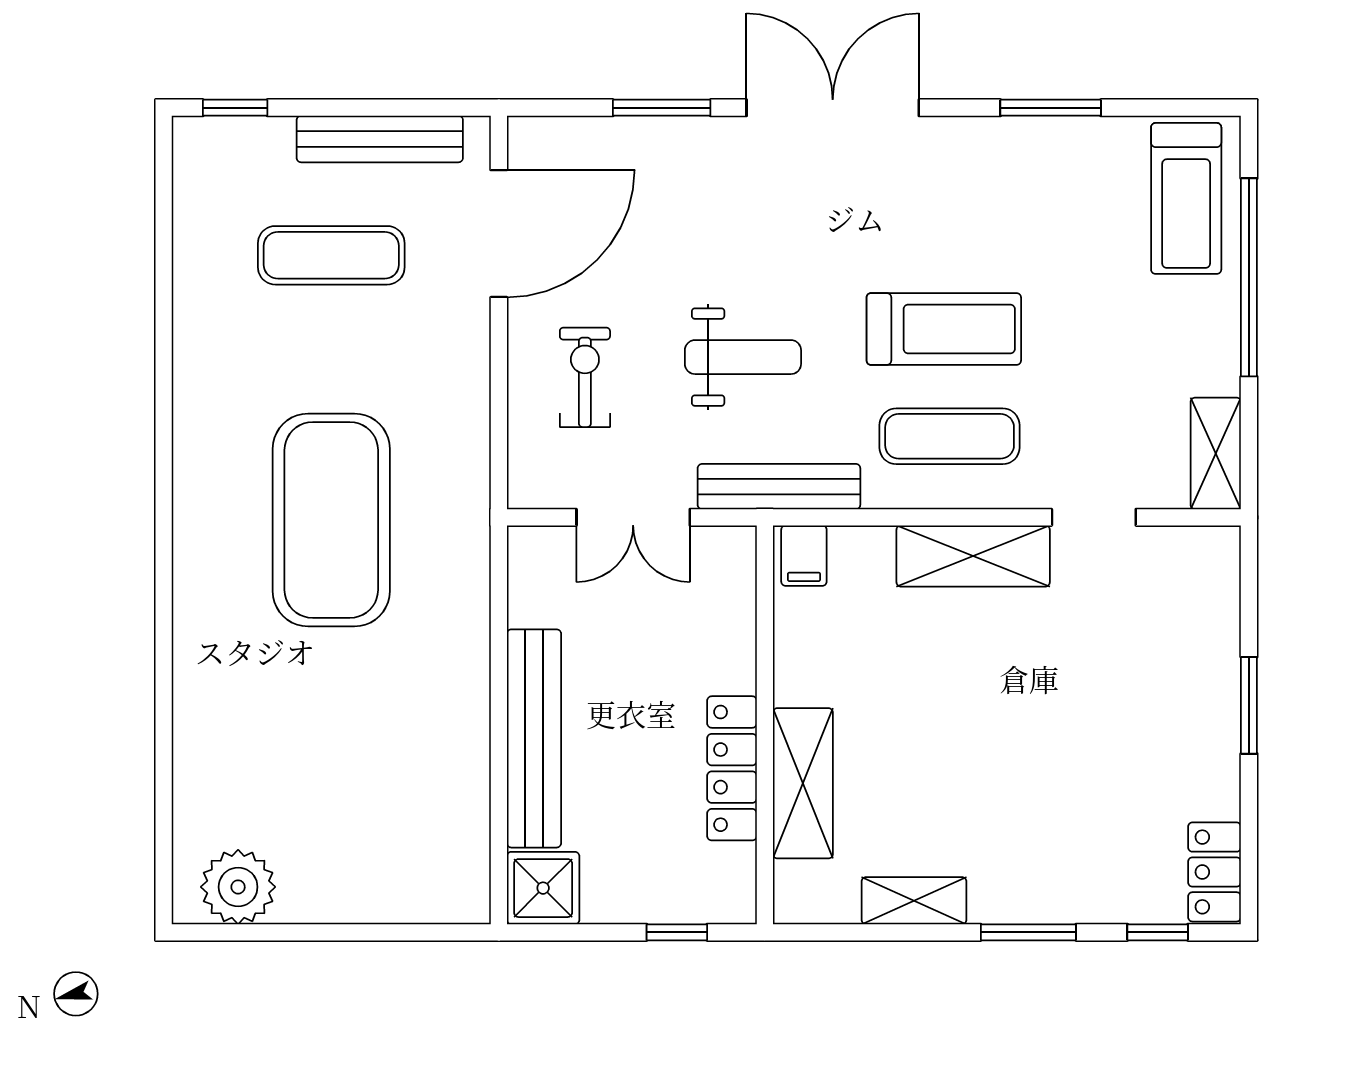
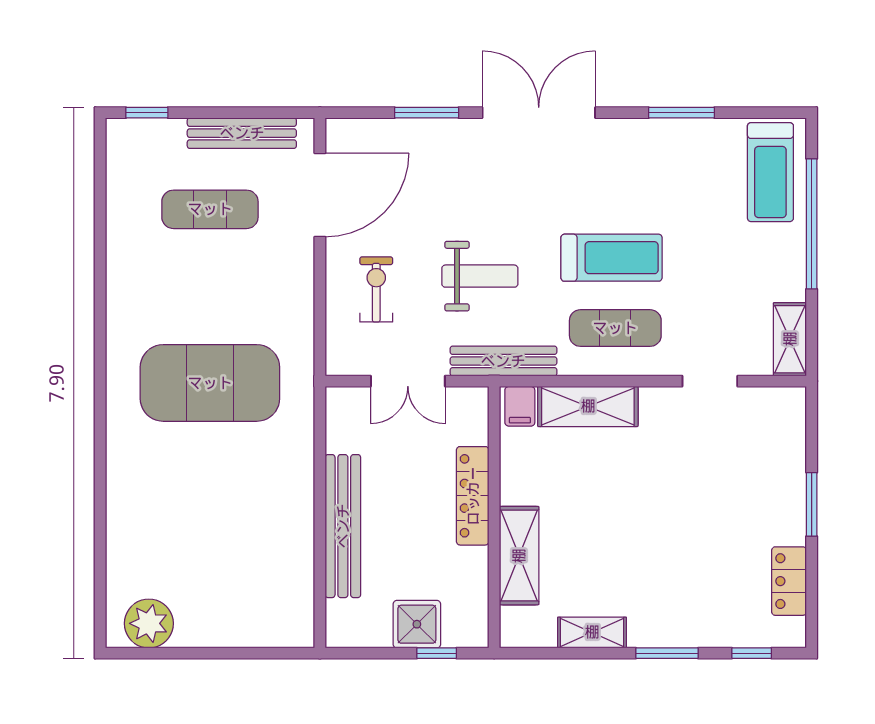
exercise mat: (331, 520) -> (210, 383), turned 90
shelving: (973, 556) -> (588, 406), moved
locker: (732, 768) -> (473, 496), moved
locker: (1215, 872) -> (789, 581), moved
shower: (543, 888) -> (417, 624), moved

